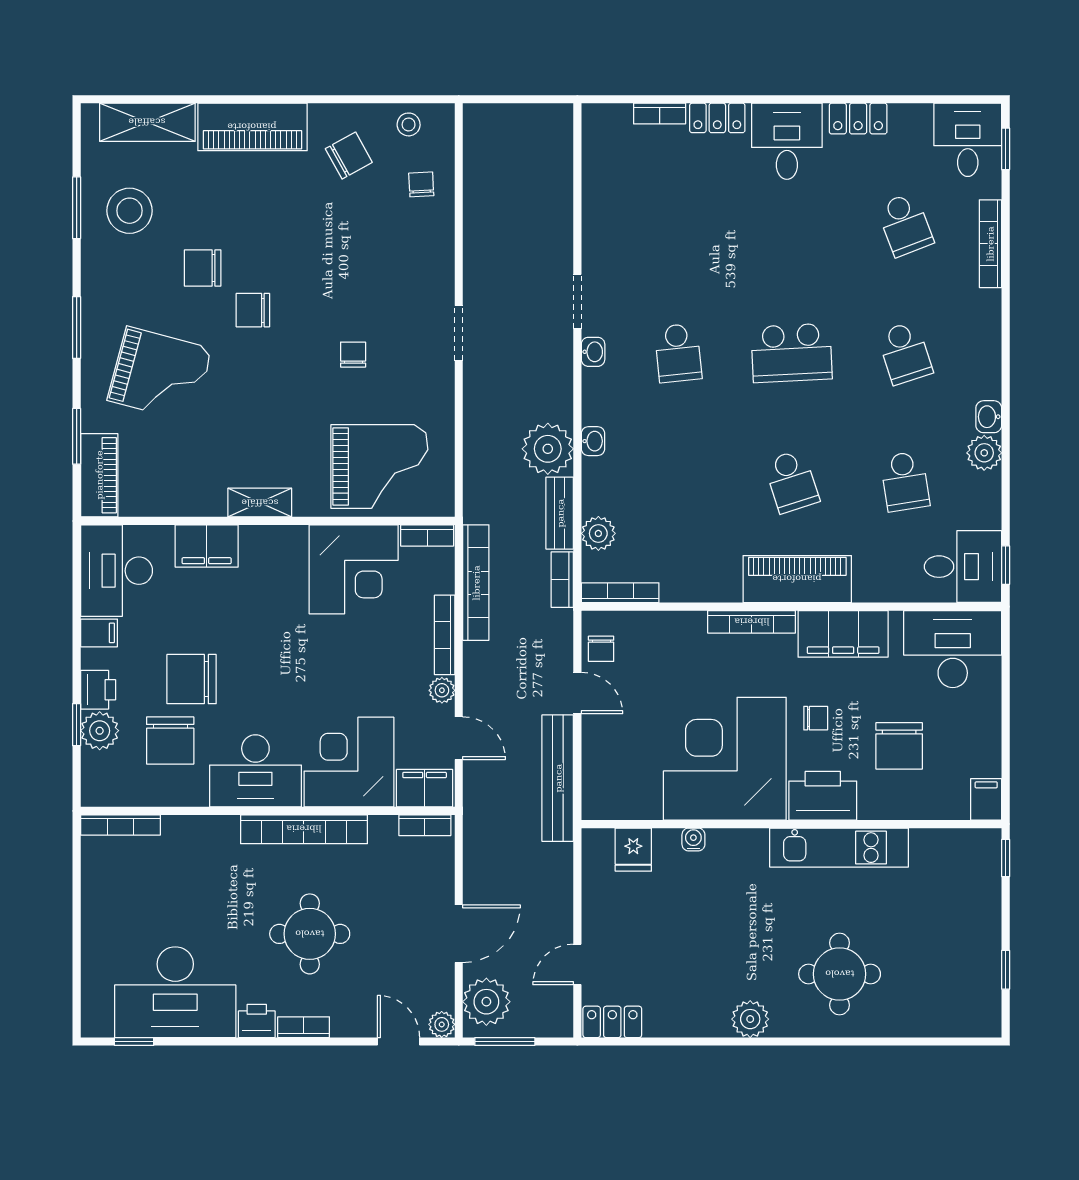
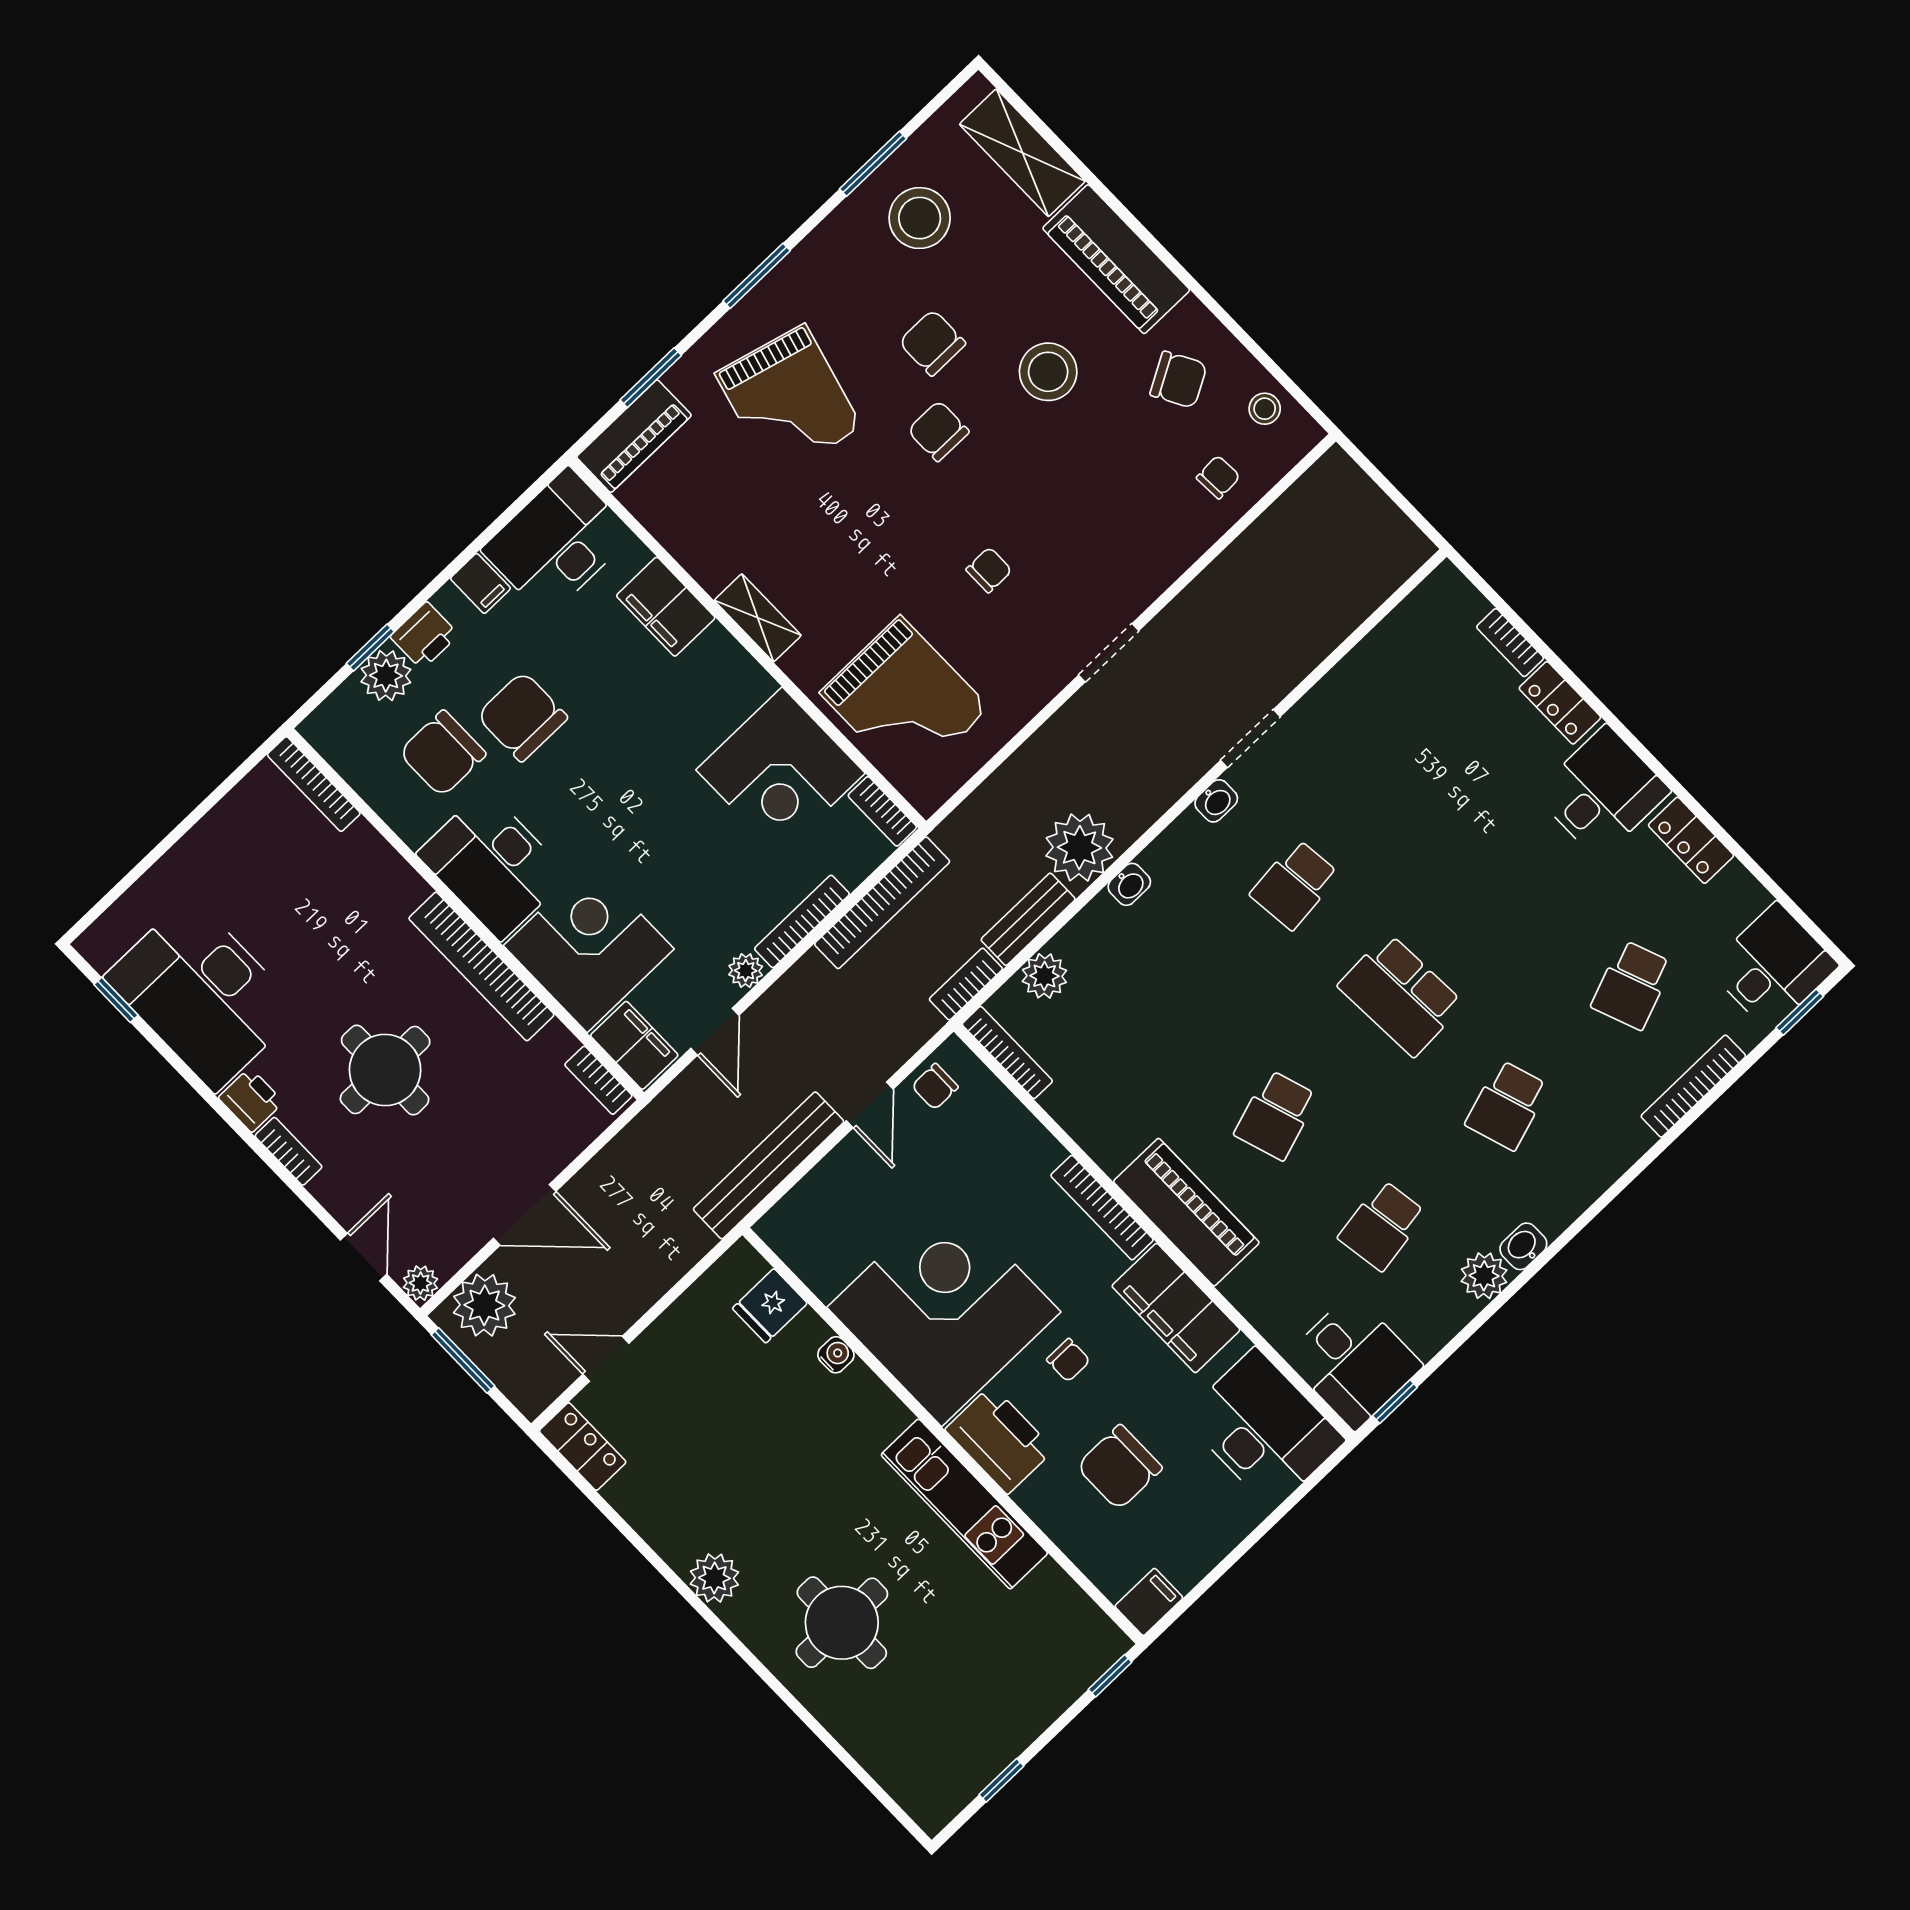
stool: (278, 221) -> (1048, 372), added

